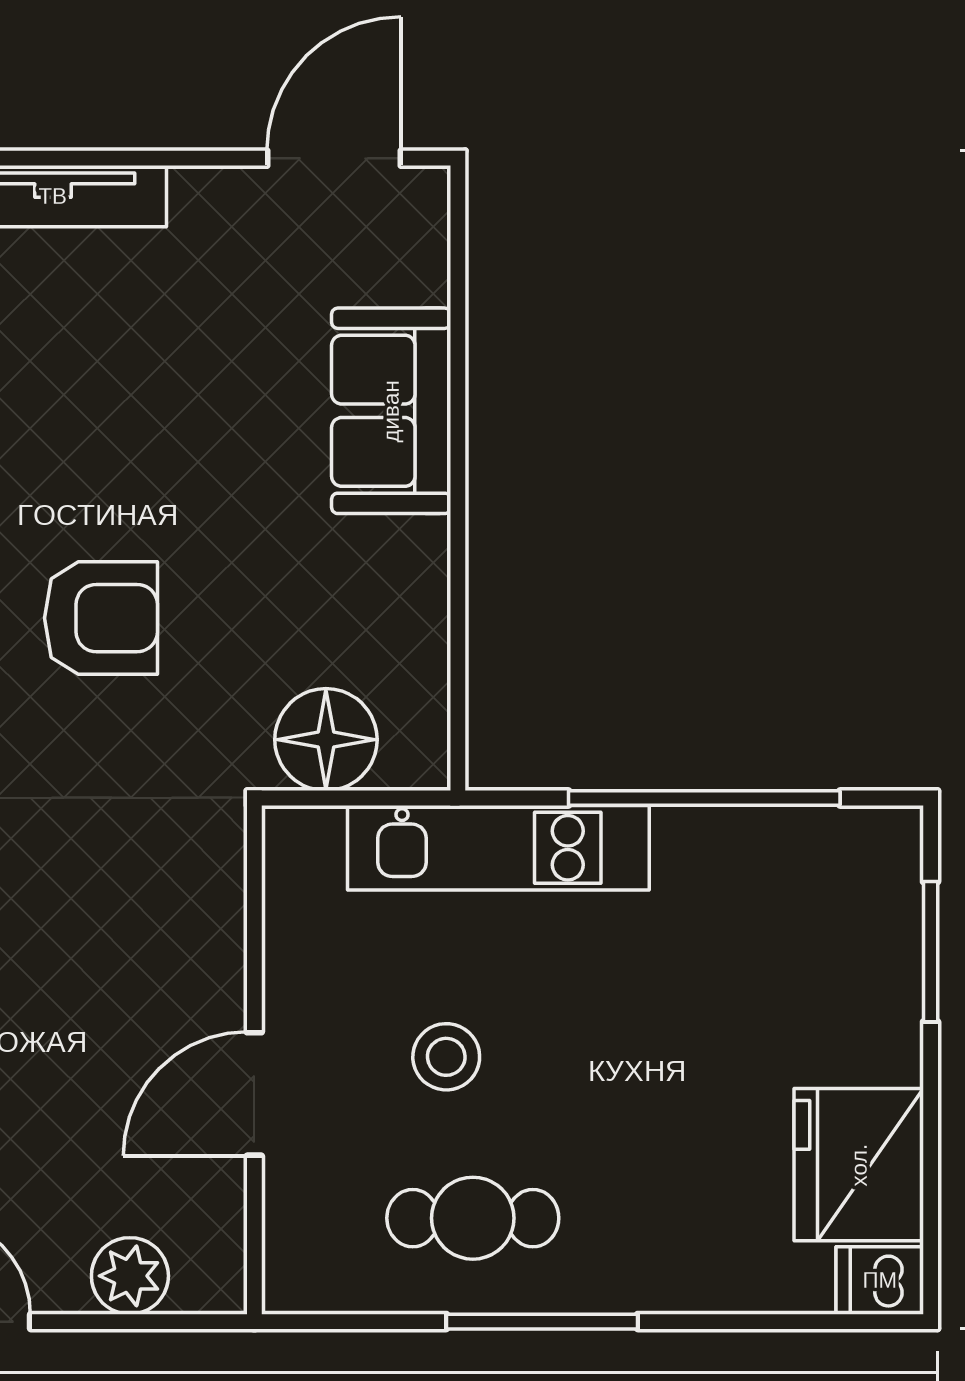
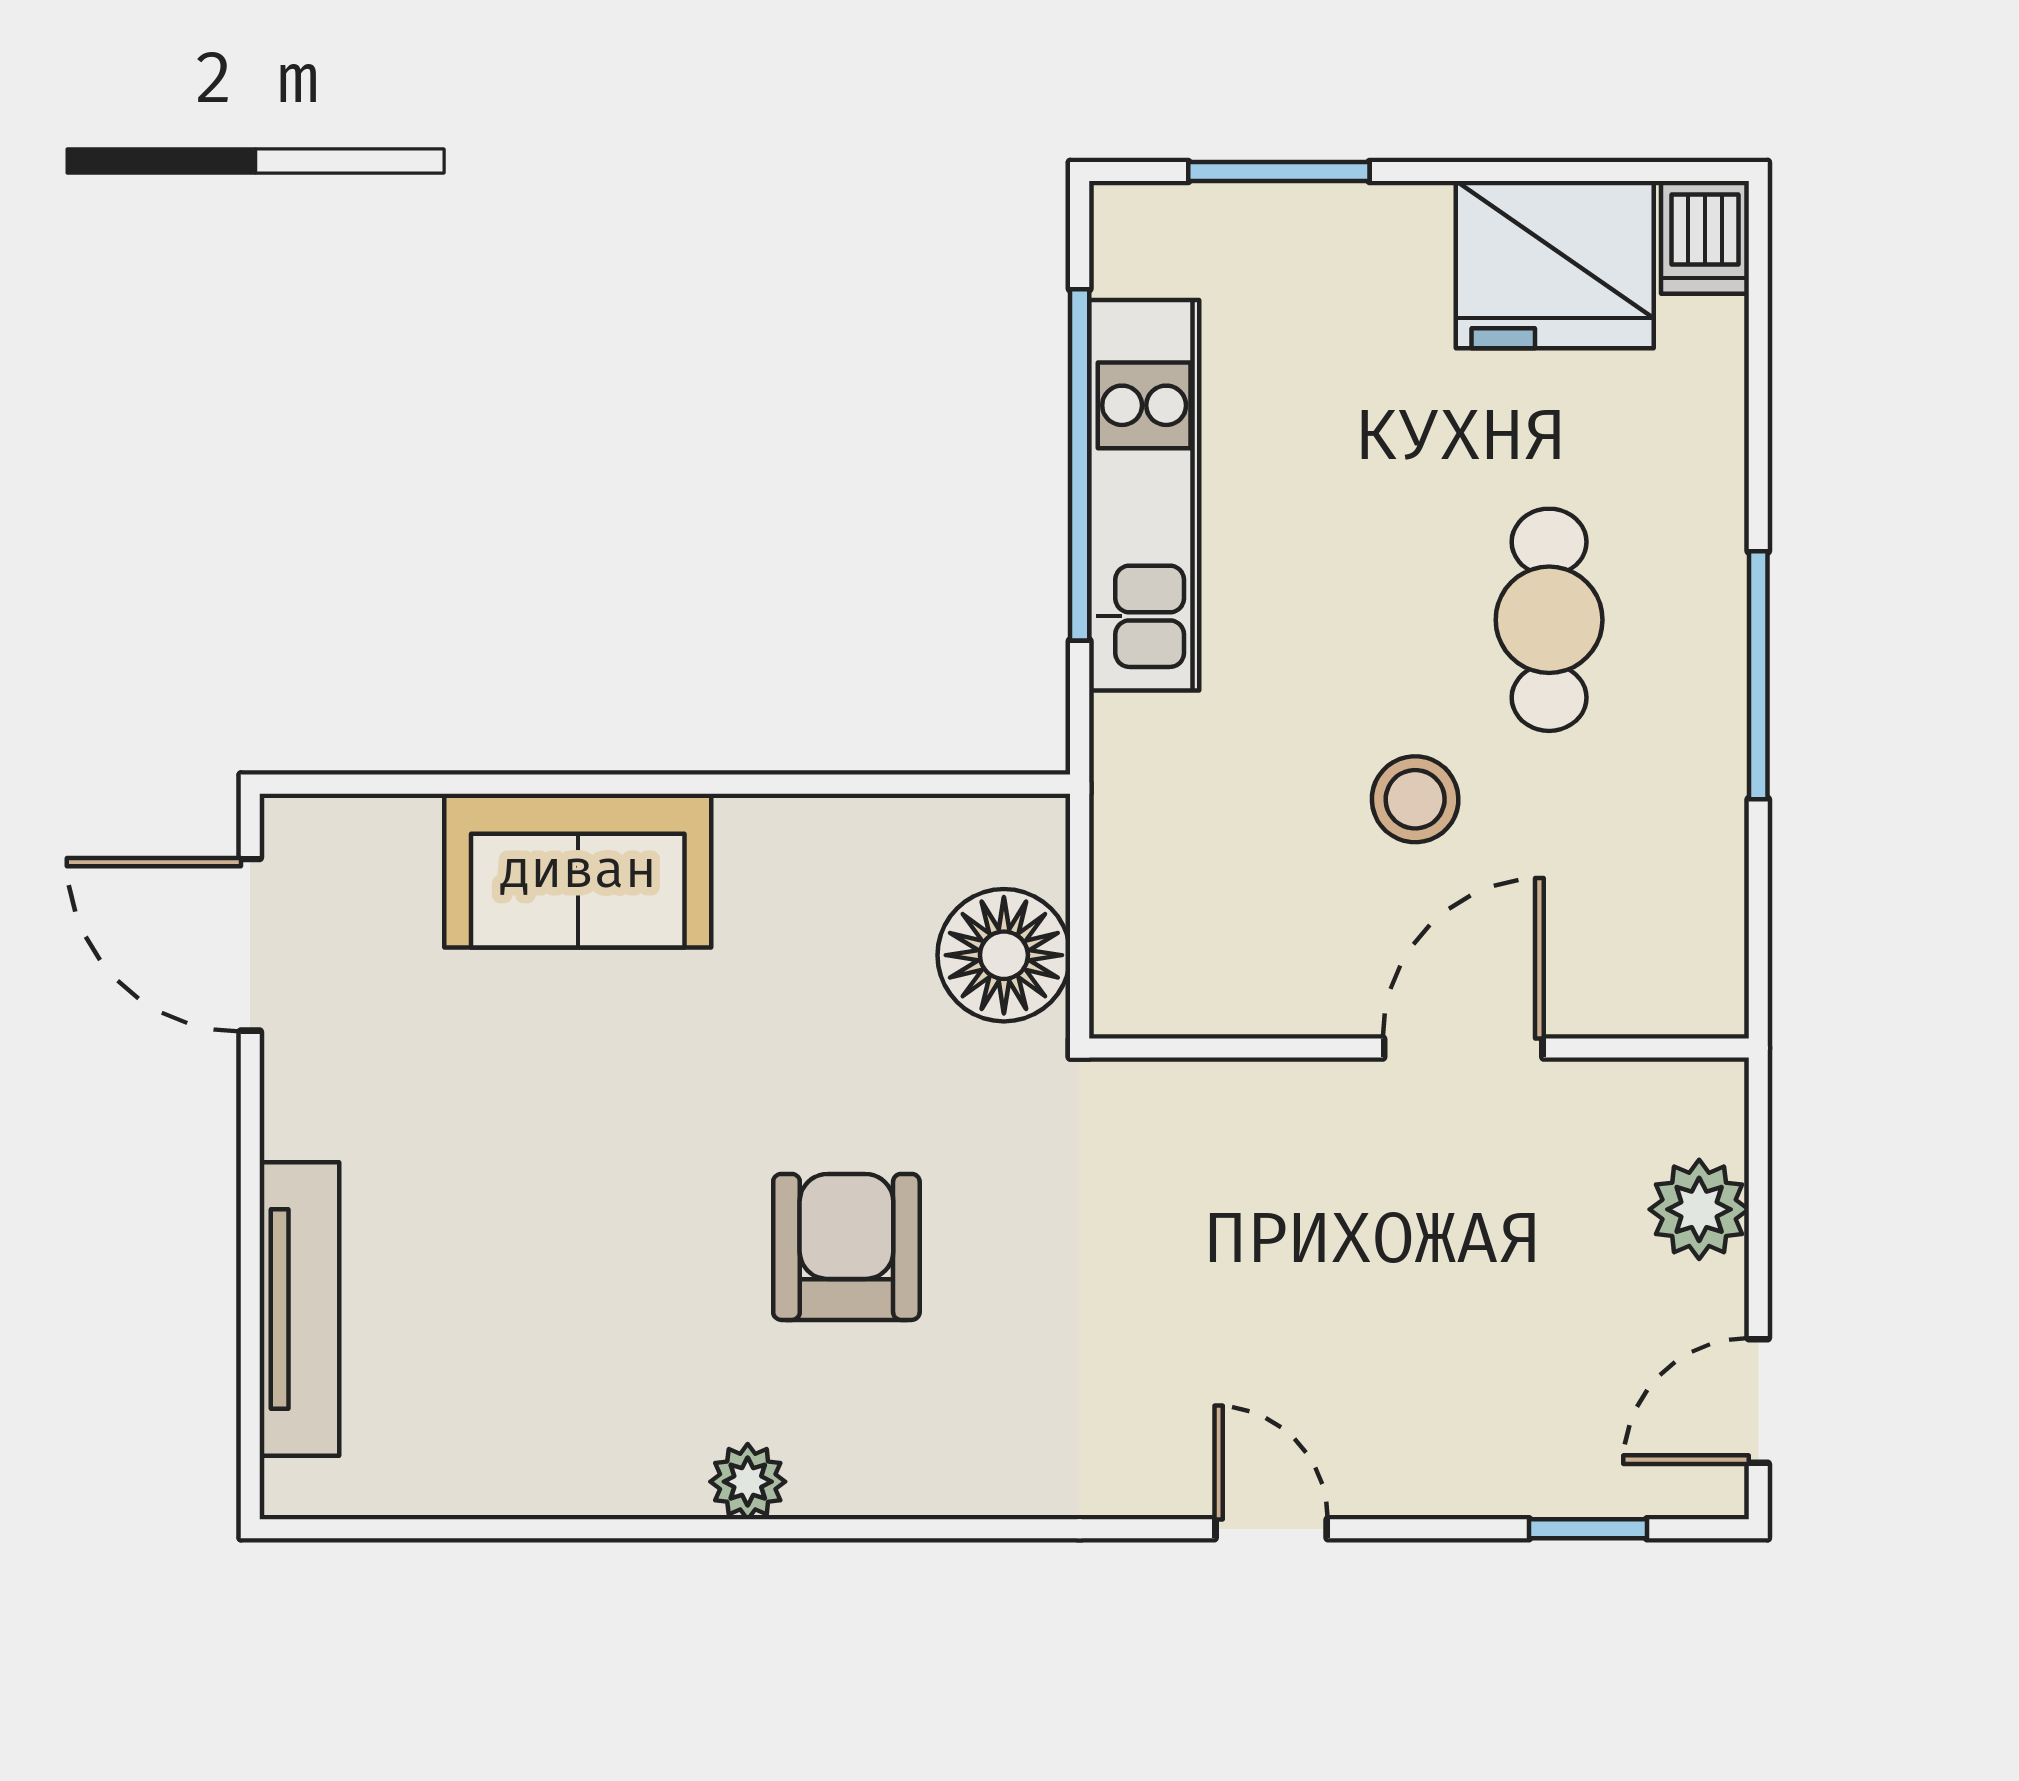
kitchen unit: (498, 848) -> (1144, 495), moved
door: (254, 1094) -> (1463, 1048), swing flipped
cafe table: (473, 1218) -> (1549, 620), moved

